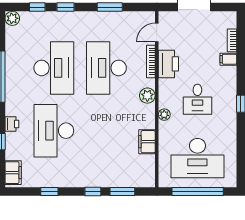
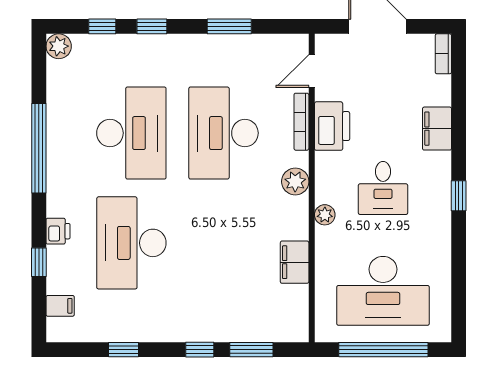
bookcase: (232, 40) -> (443, 54), moved
filing cabinet: (228, 59) -> (437, 129), width x2.00
filing cabinet: (13, 173) -> (60, 306), width x0.50

